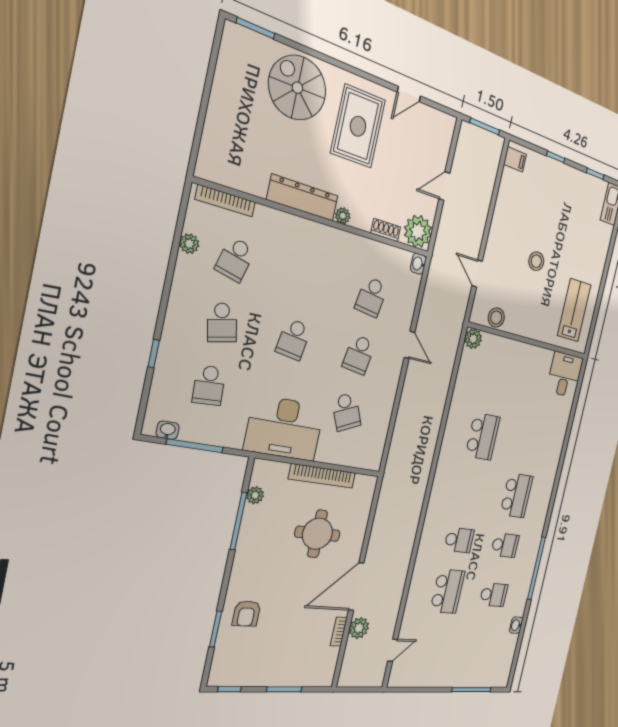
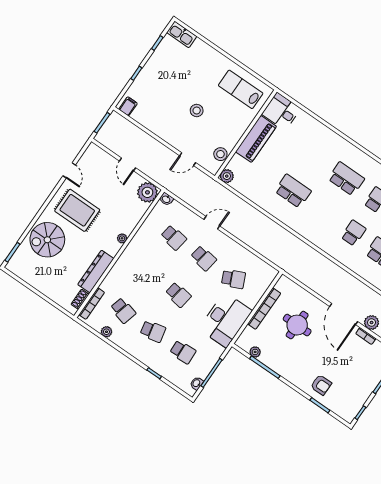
dresser: (303, 198) -> (96, 272), moved
shoe rack: (386, 230) -> (80, 299), moved
piano: (527, 357) -> (256, 139), added

